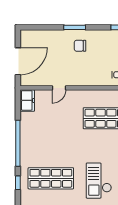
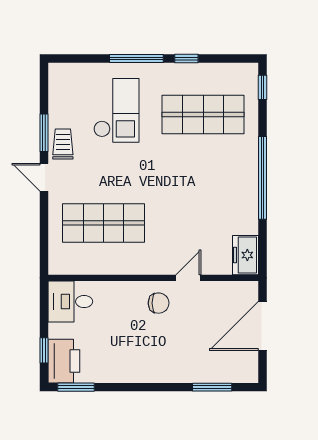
window: (75, 27) -> (212, 387), moved
chair: (80, 46) -> (159, 303), moved
window: (18, 183) -> (262, 87), moved

